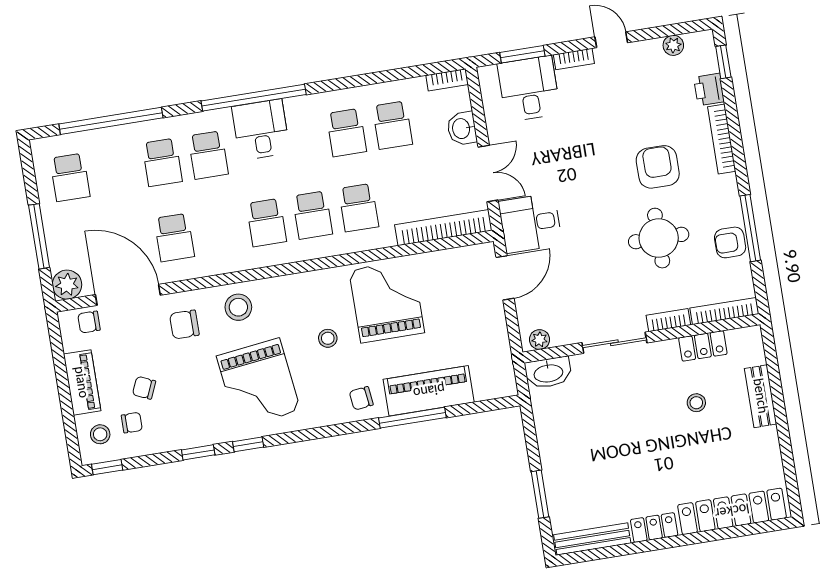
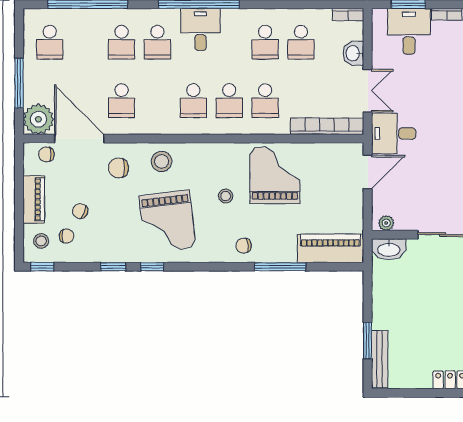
plant: (67, 285) -> (38, 119), width x1.36, depth x1.36
piano: (429, 391) -> (330, 248), moved
bench: (592, 539) -> (380, 359), moved, turned 90

